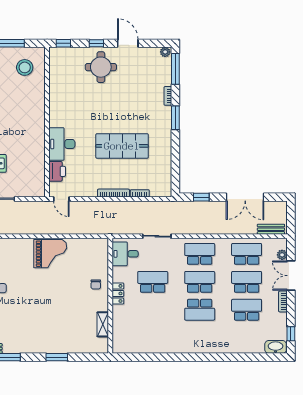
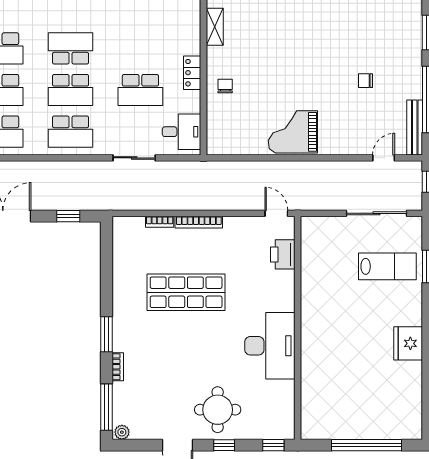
stool: (25, 67) -> (331, 409), removed
desk: (62, 144) -> (270, 346), moved, width x1.36, depth x1.30

